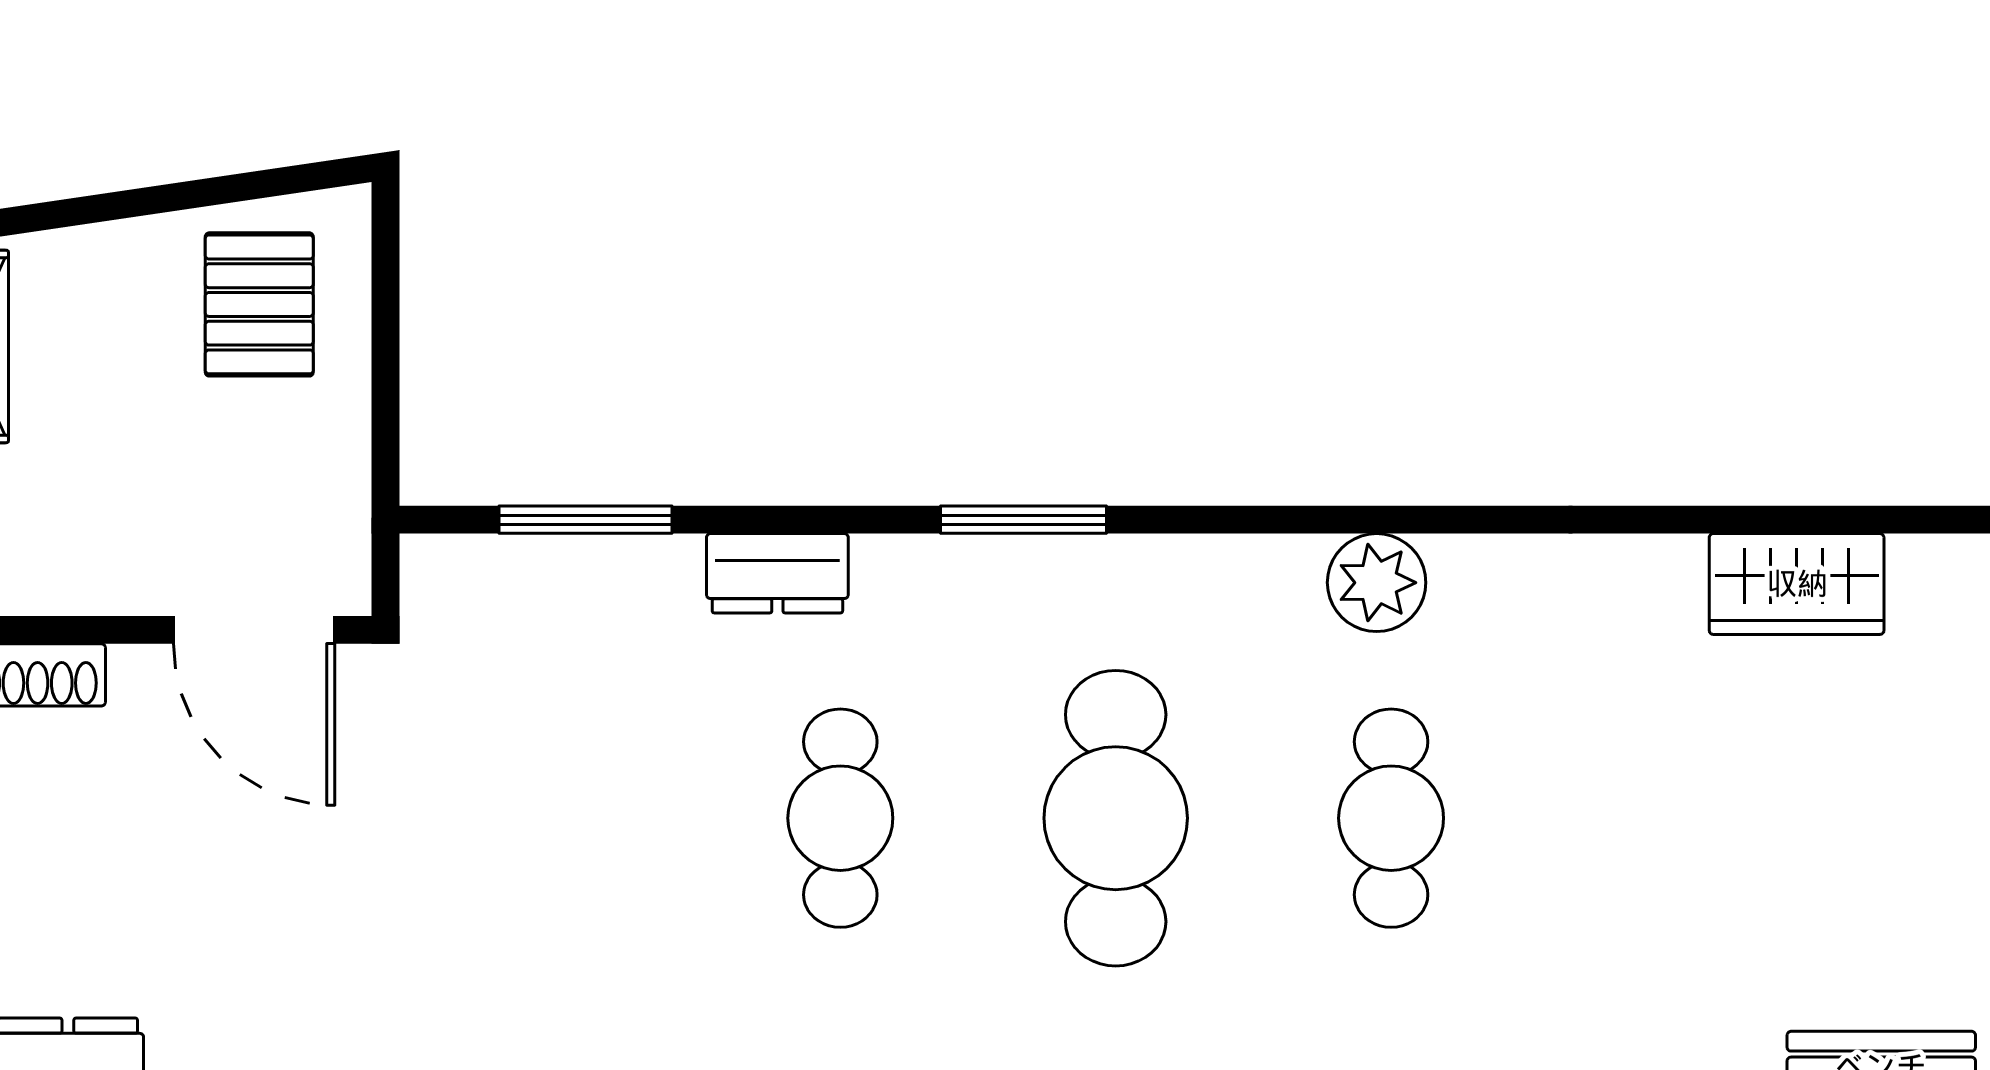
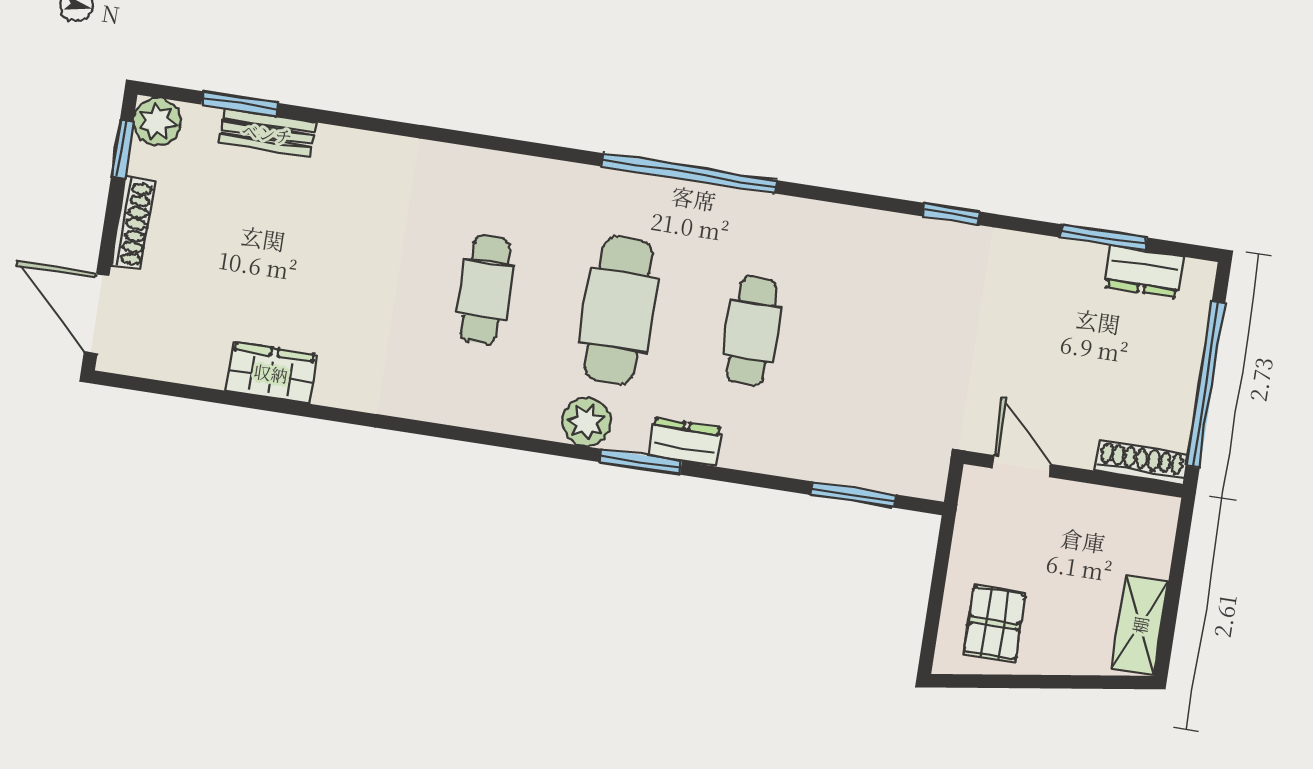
dresser: (777, 573) -> (685, 442), moved
plant: (1377, 583) -> (586, 422), moved
door: (254, 630) -> (1021, 466), width x0.73

